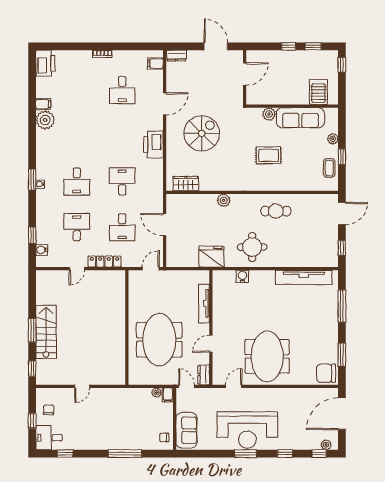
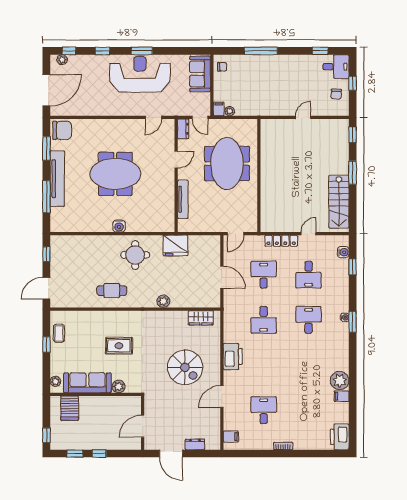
dresser: (177, 56) -> (195, 444), moved
spiral stairs: (202, 133) -> (185, 367), turned -90
plant: (333, 139) -> (55, 381), moved
water cooler: (242, 276) -> (119, 226), moved
tv unit: (304, 277) -> (57, 179), moved, turned 90
stairs: (46, 332) -> (339, 202), moved
meeting table: (267, 356) -> (115, 174), moved, turned 90

